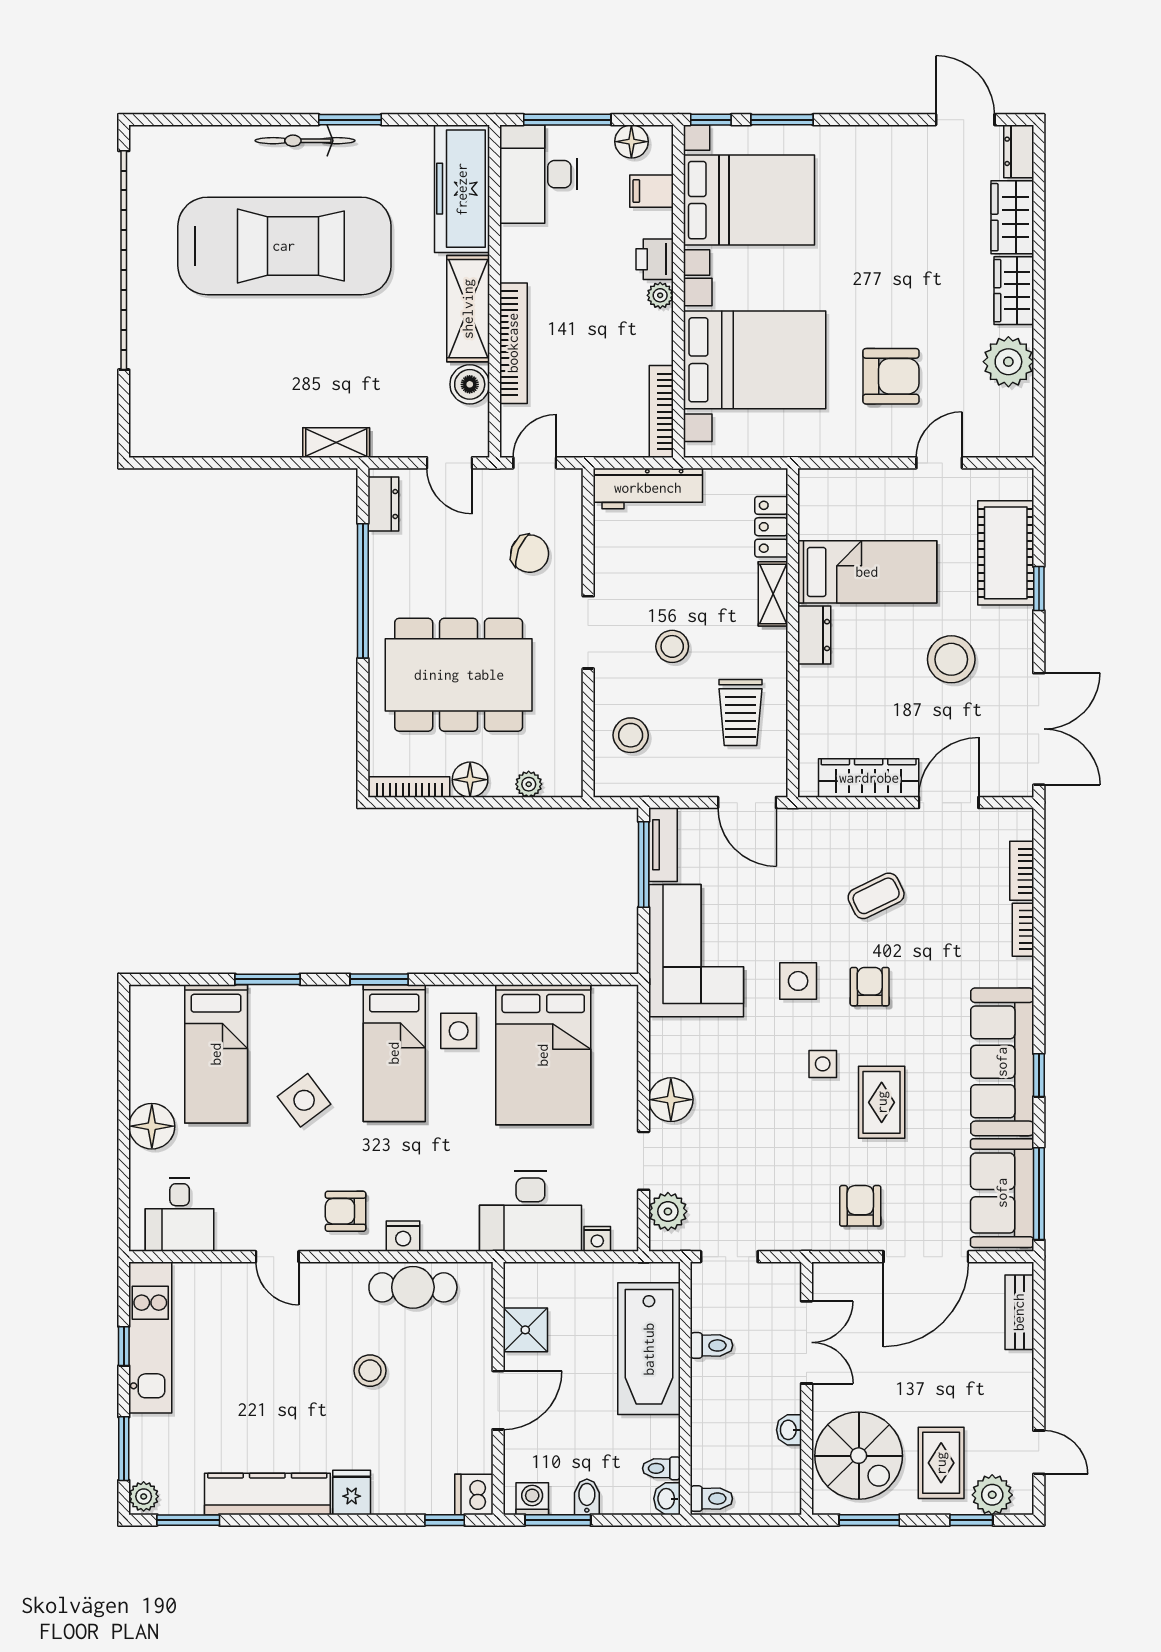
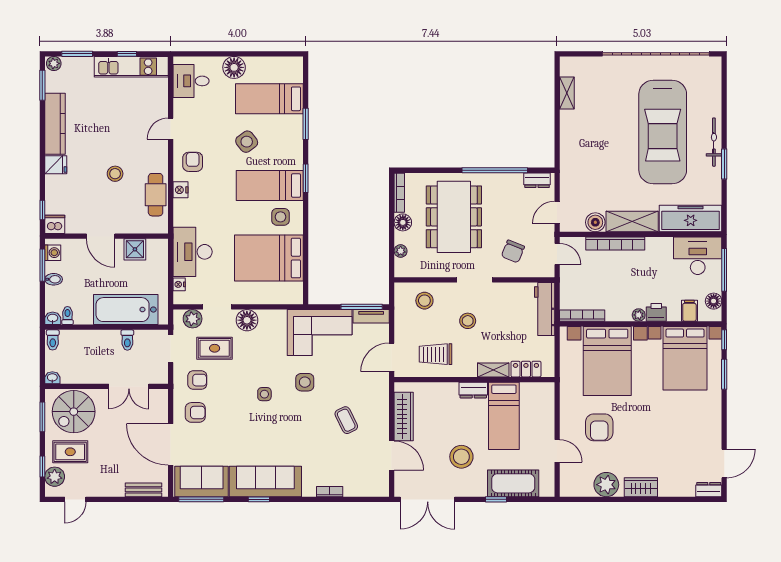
wardrobe: (1012, 217) -> (677, 486), removed
shelving: (336, 443) -> (567, 93), moved
bookcase: (1022, 871) -> (358, 491), removed
armchair: (870, 987) -> (197, 380), moved
rug: (882, 1102) -> (215, 348), moved
washbasin: (789, 1430) -> (52, 378), moved

